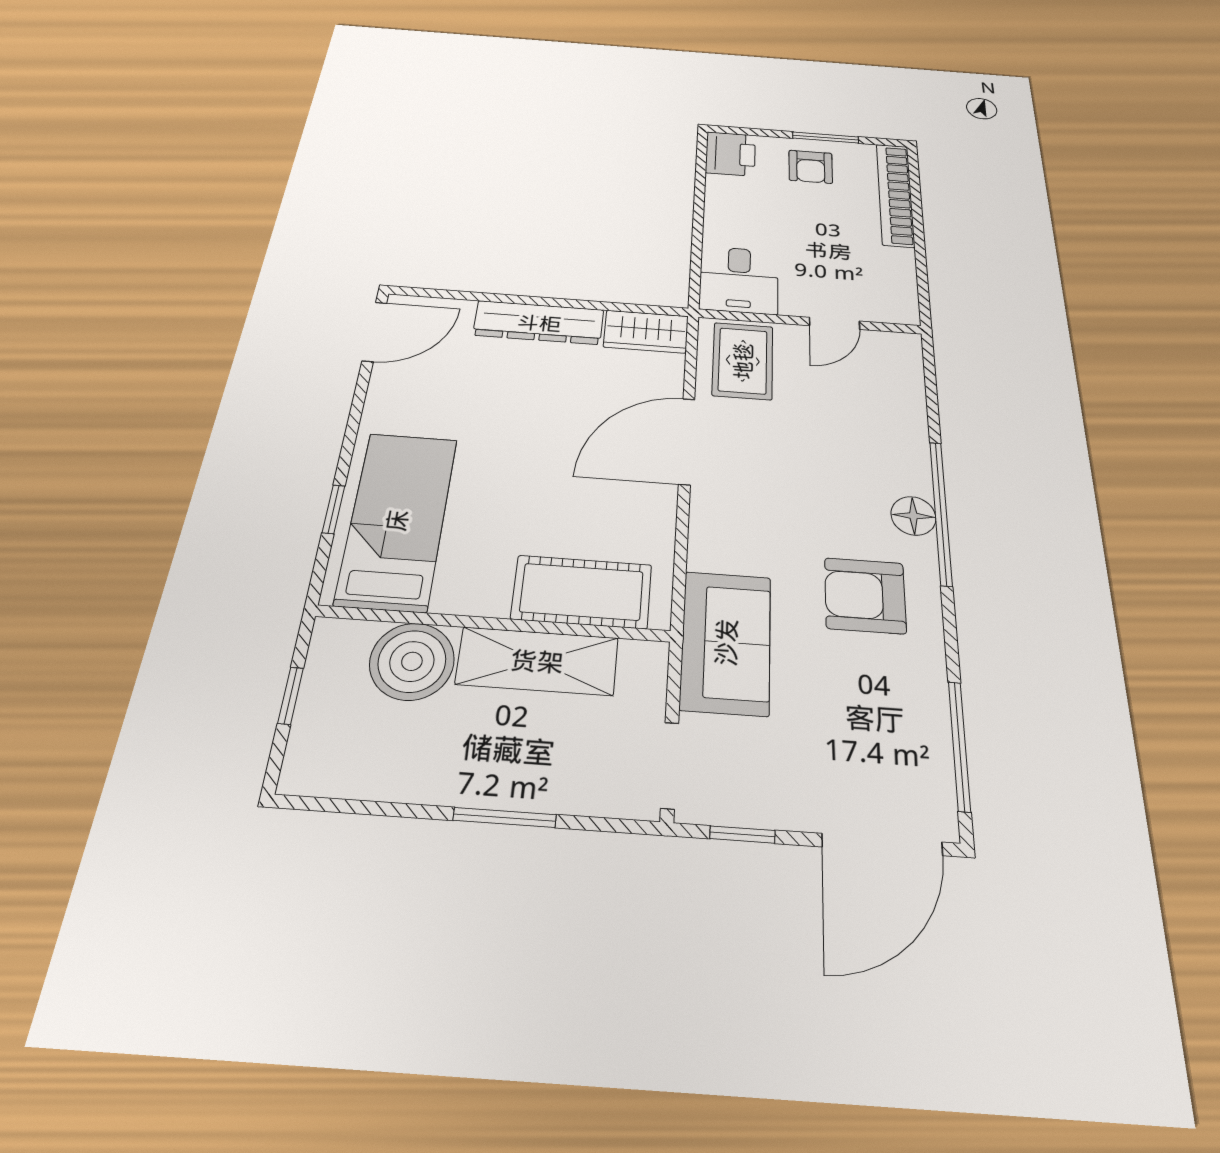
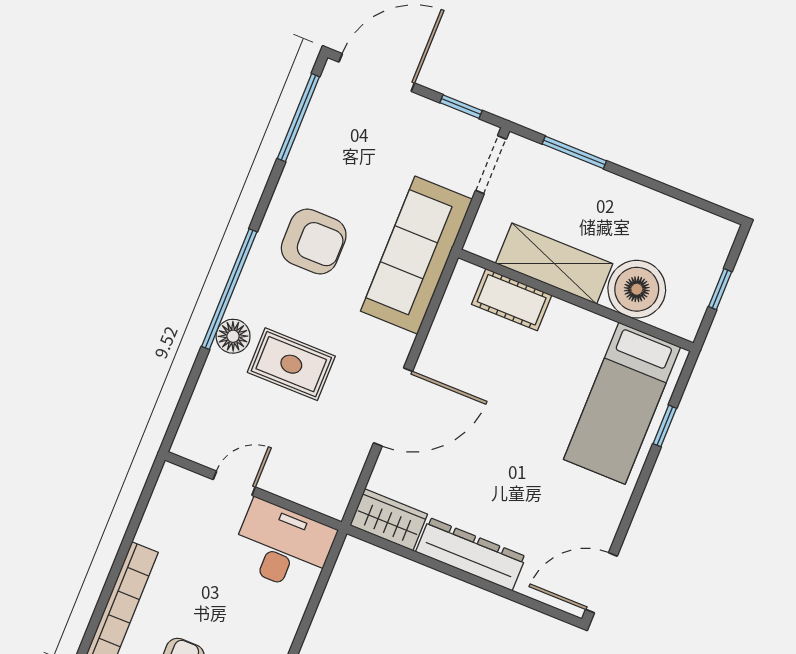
desk: (739, 280) -> (283, 546), width x1.37
rug: (743, 361) -> (291, 364), moved, turned 90
floor lamp: (913, 516) -> (233, 336), moved
cot: (582, 592) -> (512, 300), width x0.73, depth x0.75
sofa: (726, 642) -> (416, 255), width x1.36
window: (505, 818) -> (574, 152), moved

